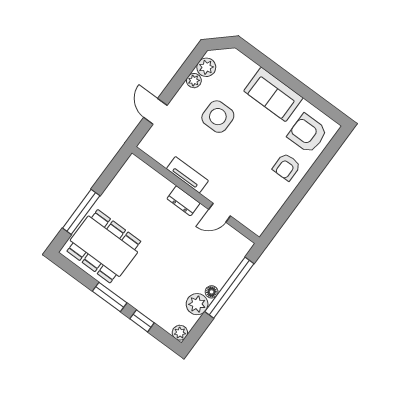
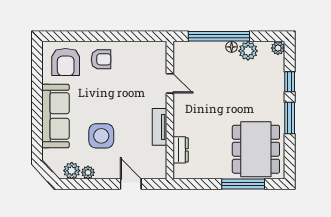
sofa: (273, 94) -> (56, 116), width x1.36
door: (155, 111) -> (131, 184), swing flipped
dresser: (183, 201) -> (181, 150), moved

